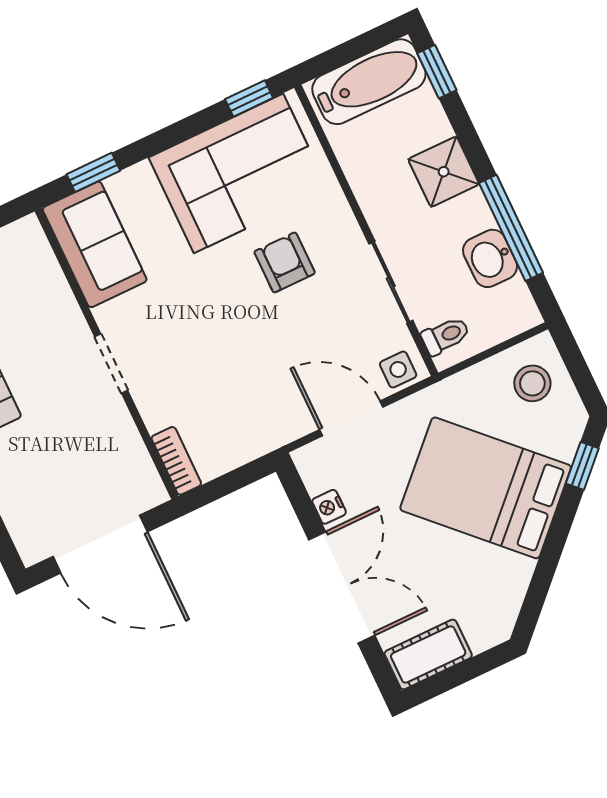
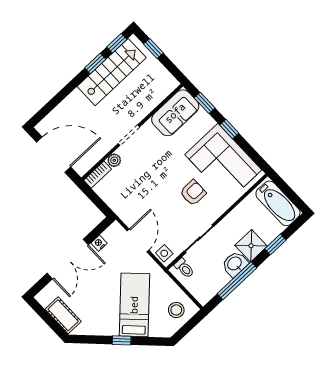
window: (437, 72) -> (275, 244), moved
window: (249, 99) -> (229, 129), moved
washbasin: (490, 258) -> (235, 264), moved
plant: (156, 414) -> (114, 160), added
window: (582, 466) -> (122, 340), moved
bed: (486, 488) -> (134, 305), width x0.67
door: (100, 544) -> (54, 155), swing flipped
cot: (428, 655) -> (63, 315), moved

